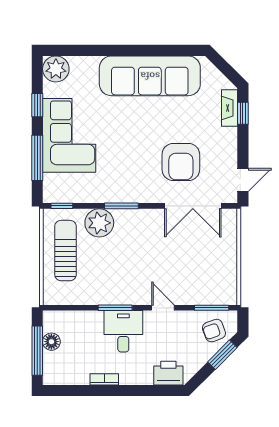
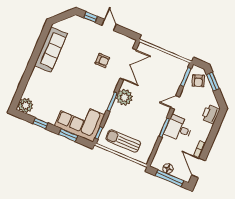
sofa: (150, 76) -> (51, 50), width x0.74, depth x0.79
fireplace: (229, 108) -> (85, 23), removed
corner sofa: (69, 135) -> (80, 120), moved
window: (37, 158) -> (68, 135), width x0.69
armchair: (181, 162) -> (102, 61), width x0.53, depth x0.53
door: (243, 180) -> (109, 25), moved
plant: (99, 223) -> (125, 97), moved
door: (74, 391) -> (199, 168), added

